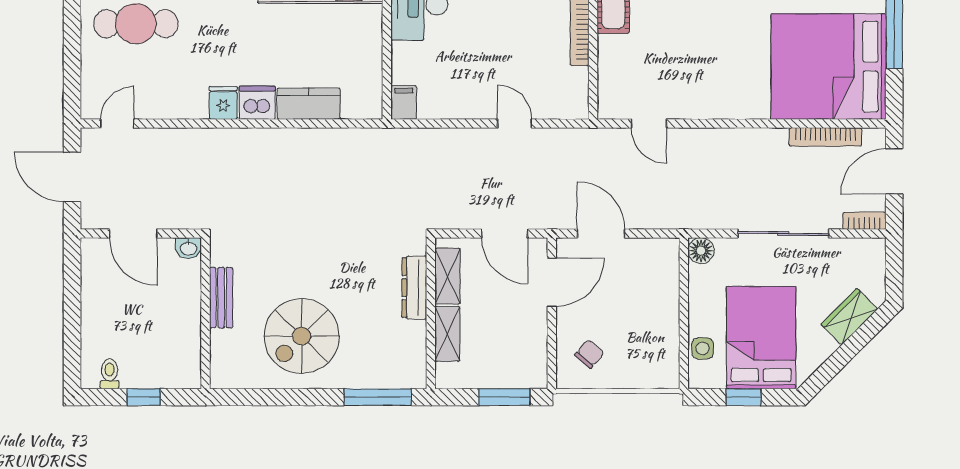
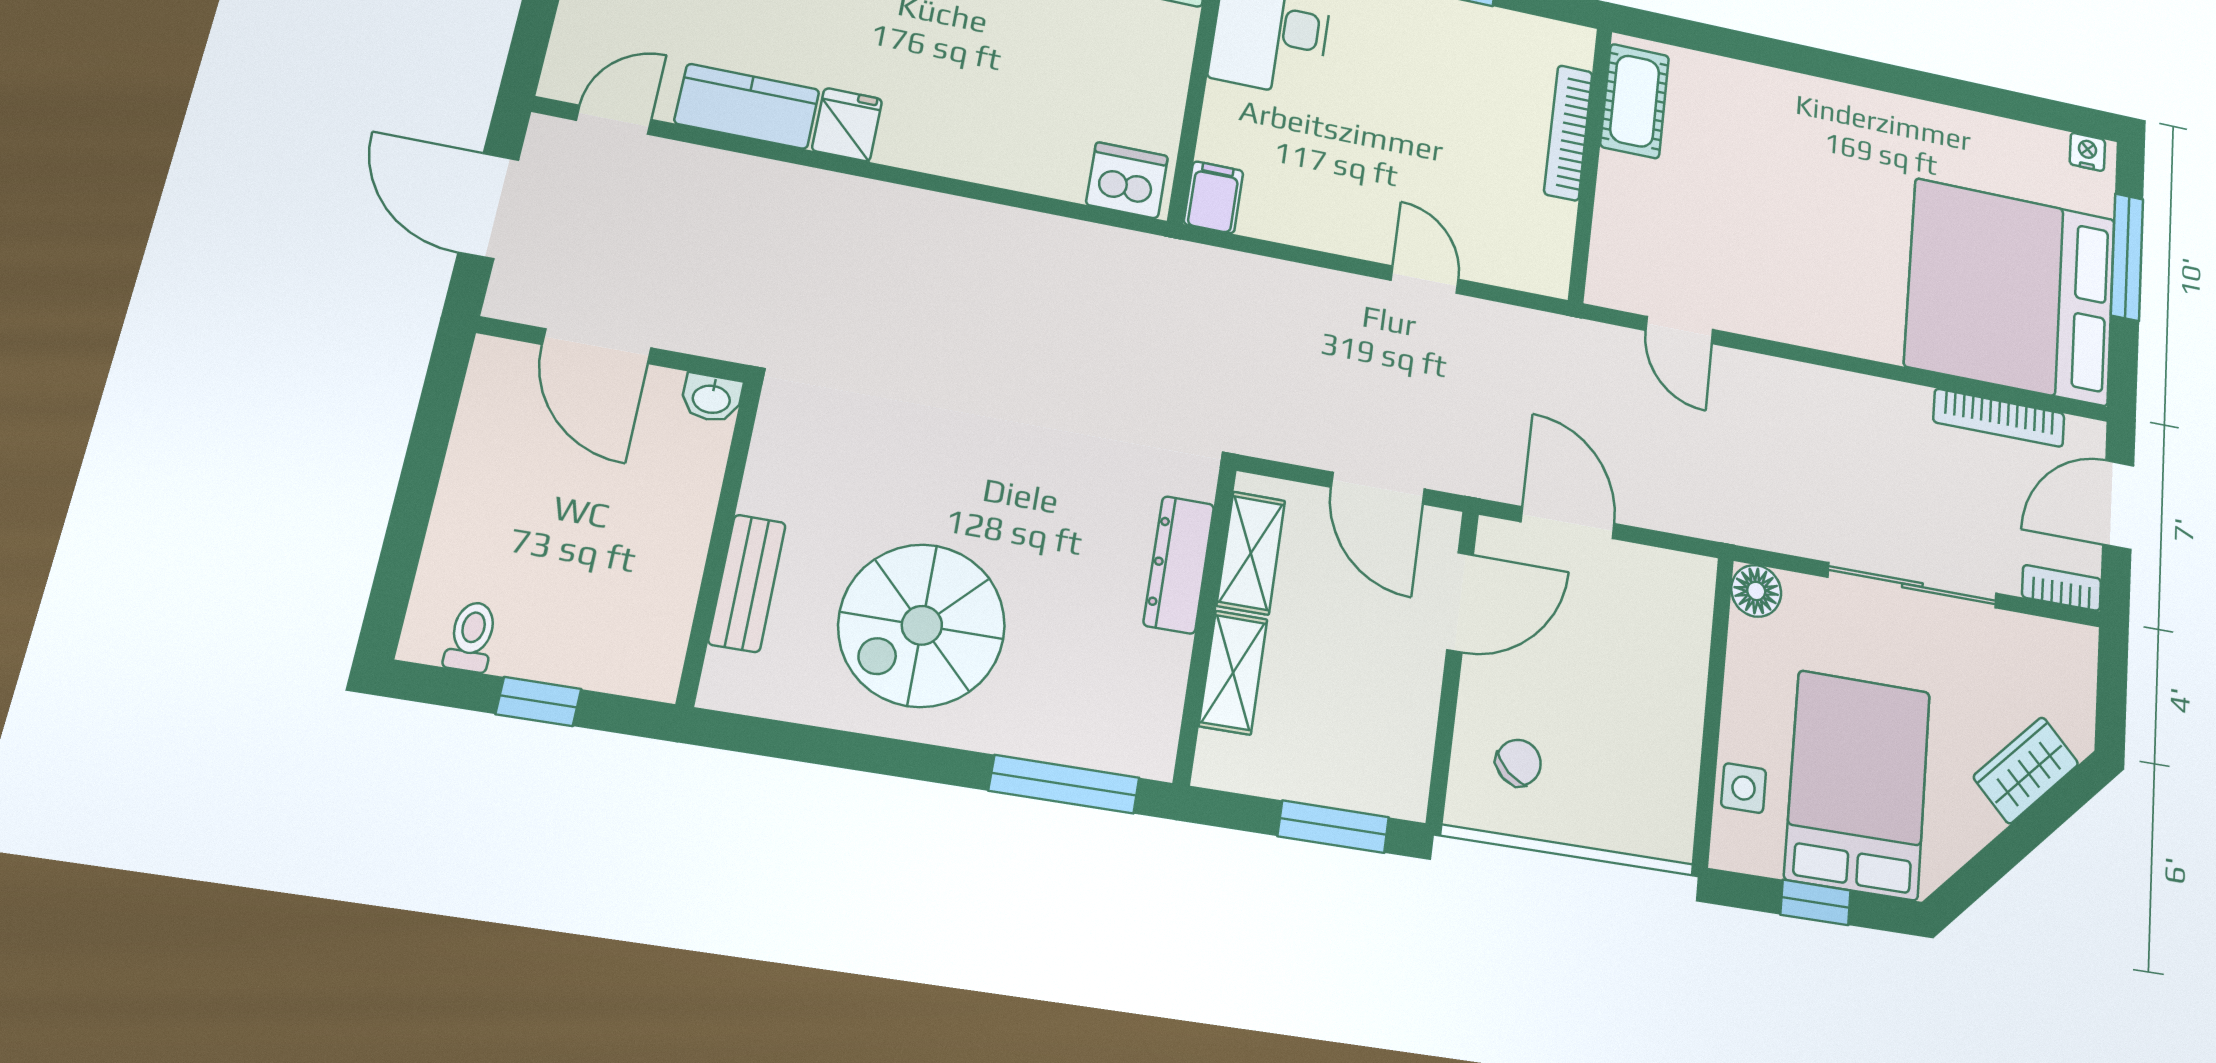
dishwasher: (257, 103) -> (1127, 180), moved
kitchen counter: (309, 104) -> (747, 106), moved
bench: (221, 298) -> (747, 583), moved

